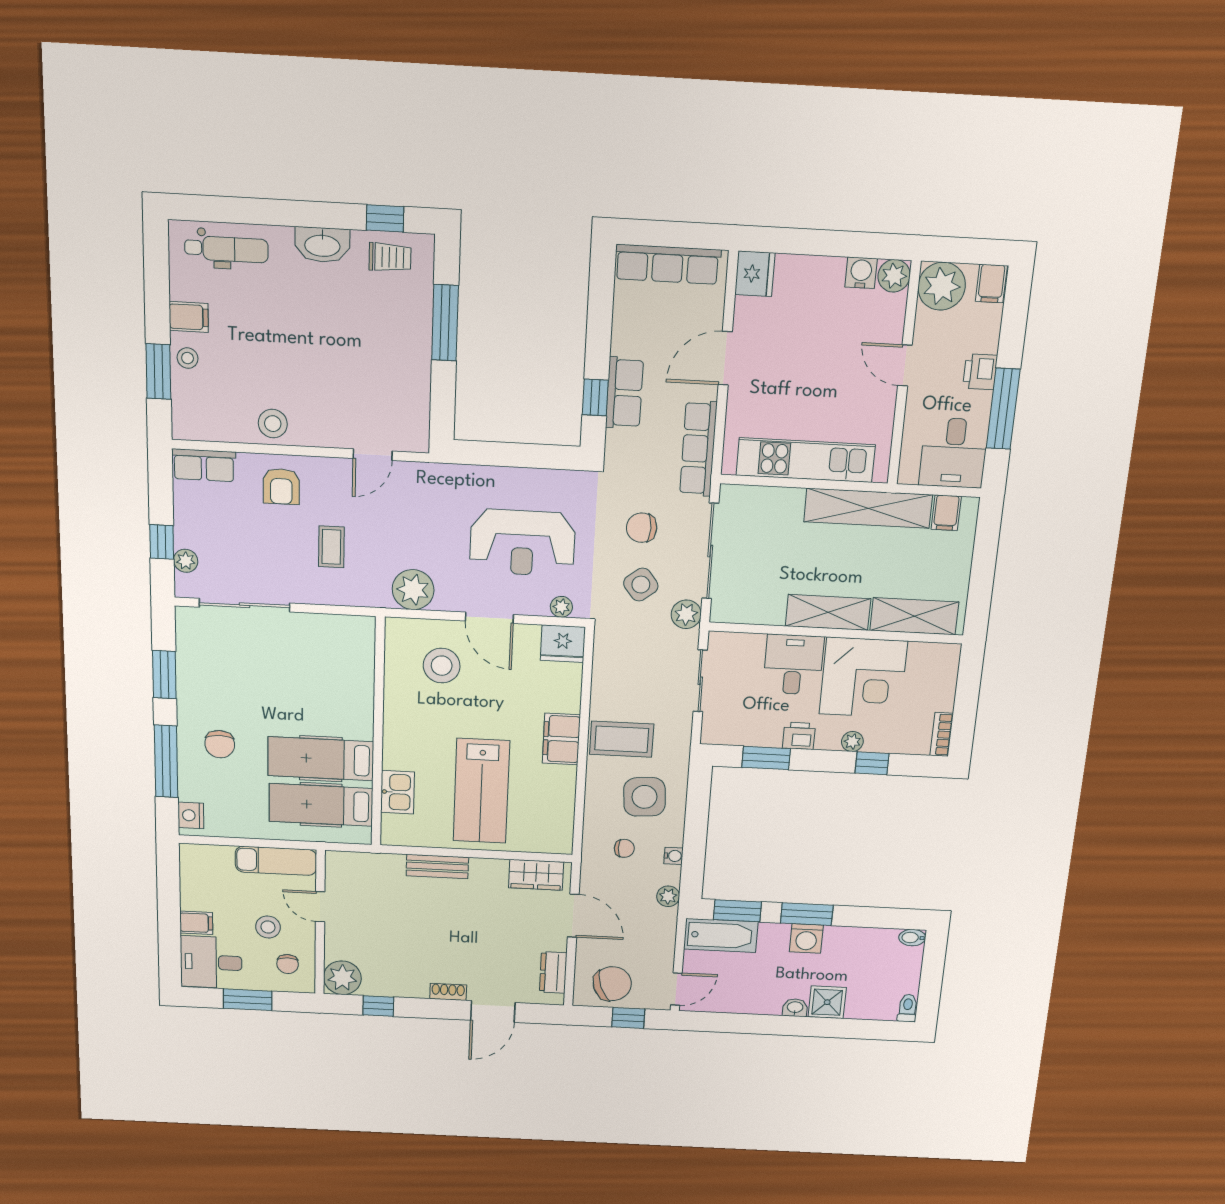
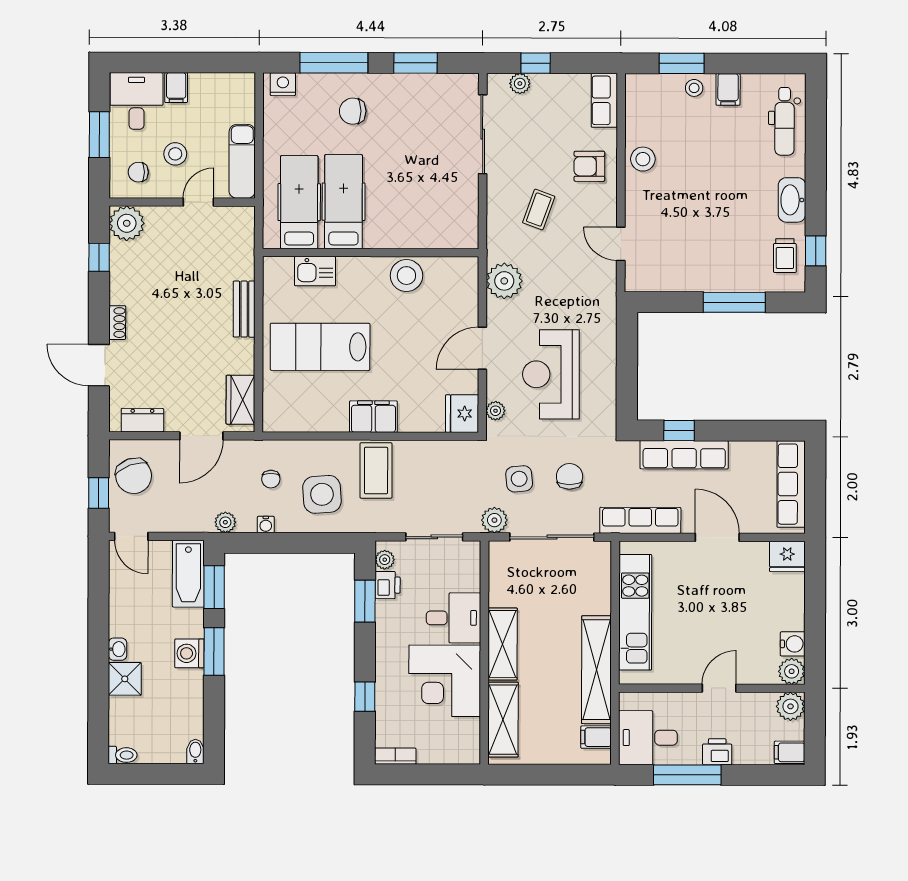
plant: (942, 286) -> (790, 706), width x0.73, depth x0.73
row of seats: (624, 393) -> (684, 455), width x1.48
coffee table: (331, 547) -> (539, 210), turned -70
side table: (641, 585) -> (519, 479), turned 33
stool: (442, 666) -> (406, 276), moved
printer: (799, 736) -> (388, 585), moved
plant: (852, 742) -> (385, 560), moved

